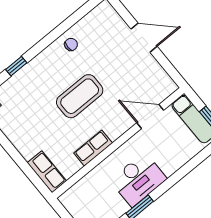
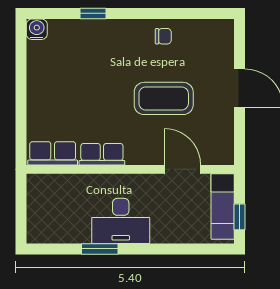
coffee table: (80, 96) -> (164, 98), moved
row of seats: (47, 172) -> (53, 153), moved, turned -90

